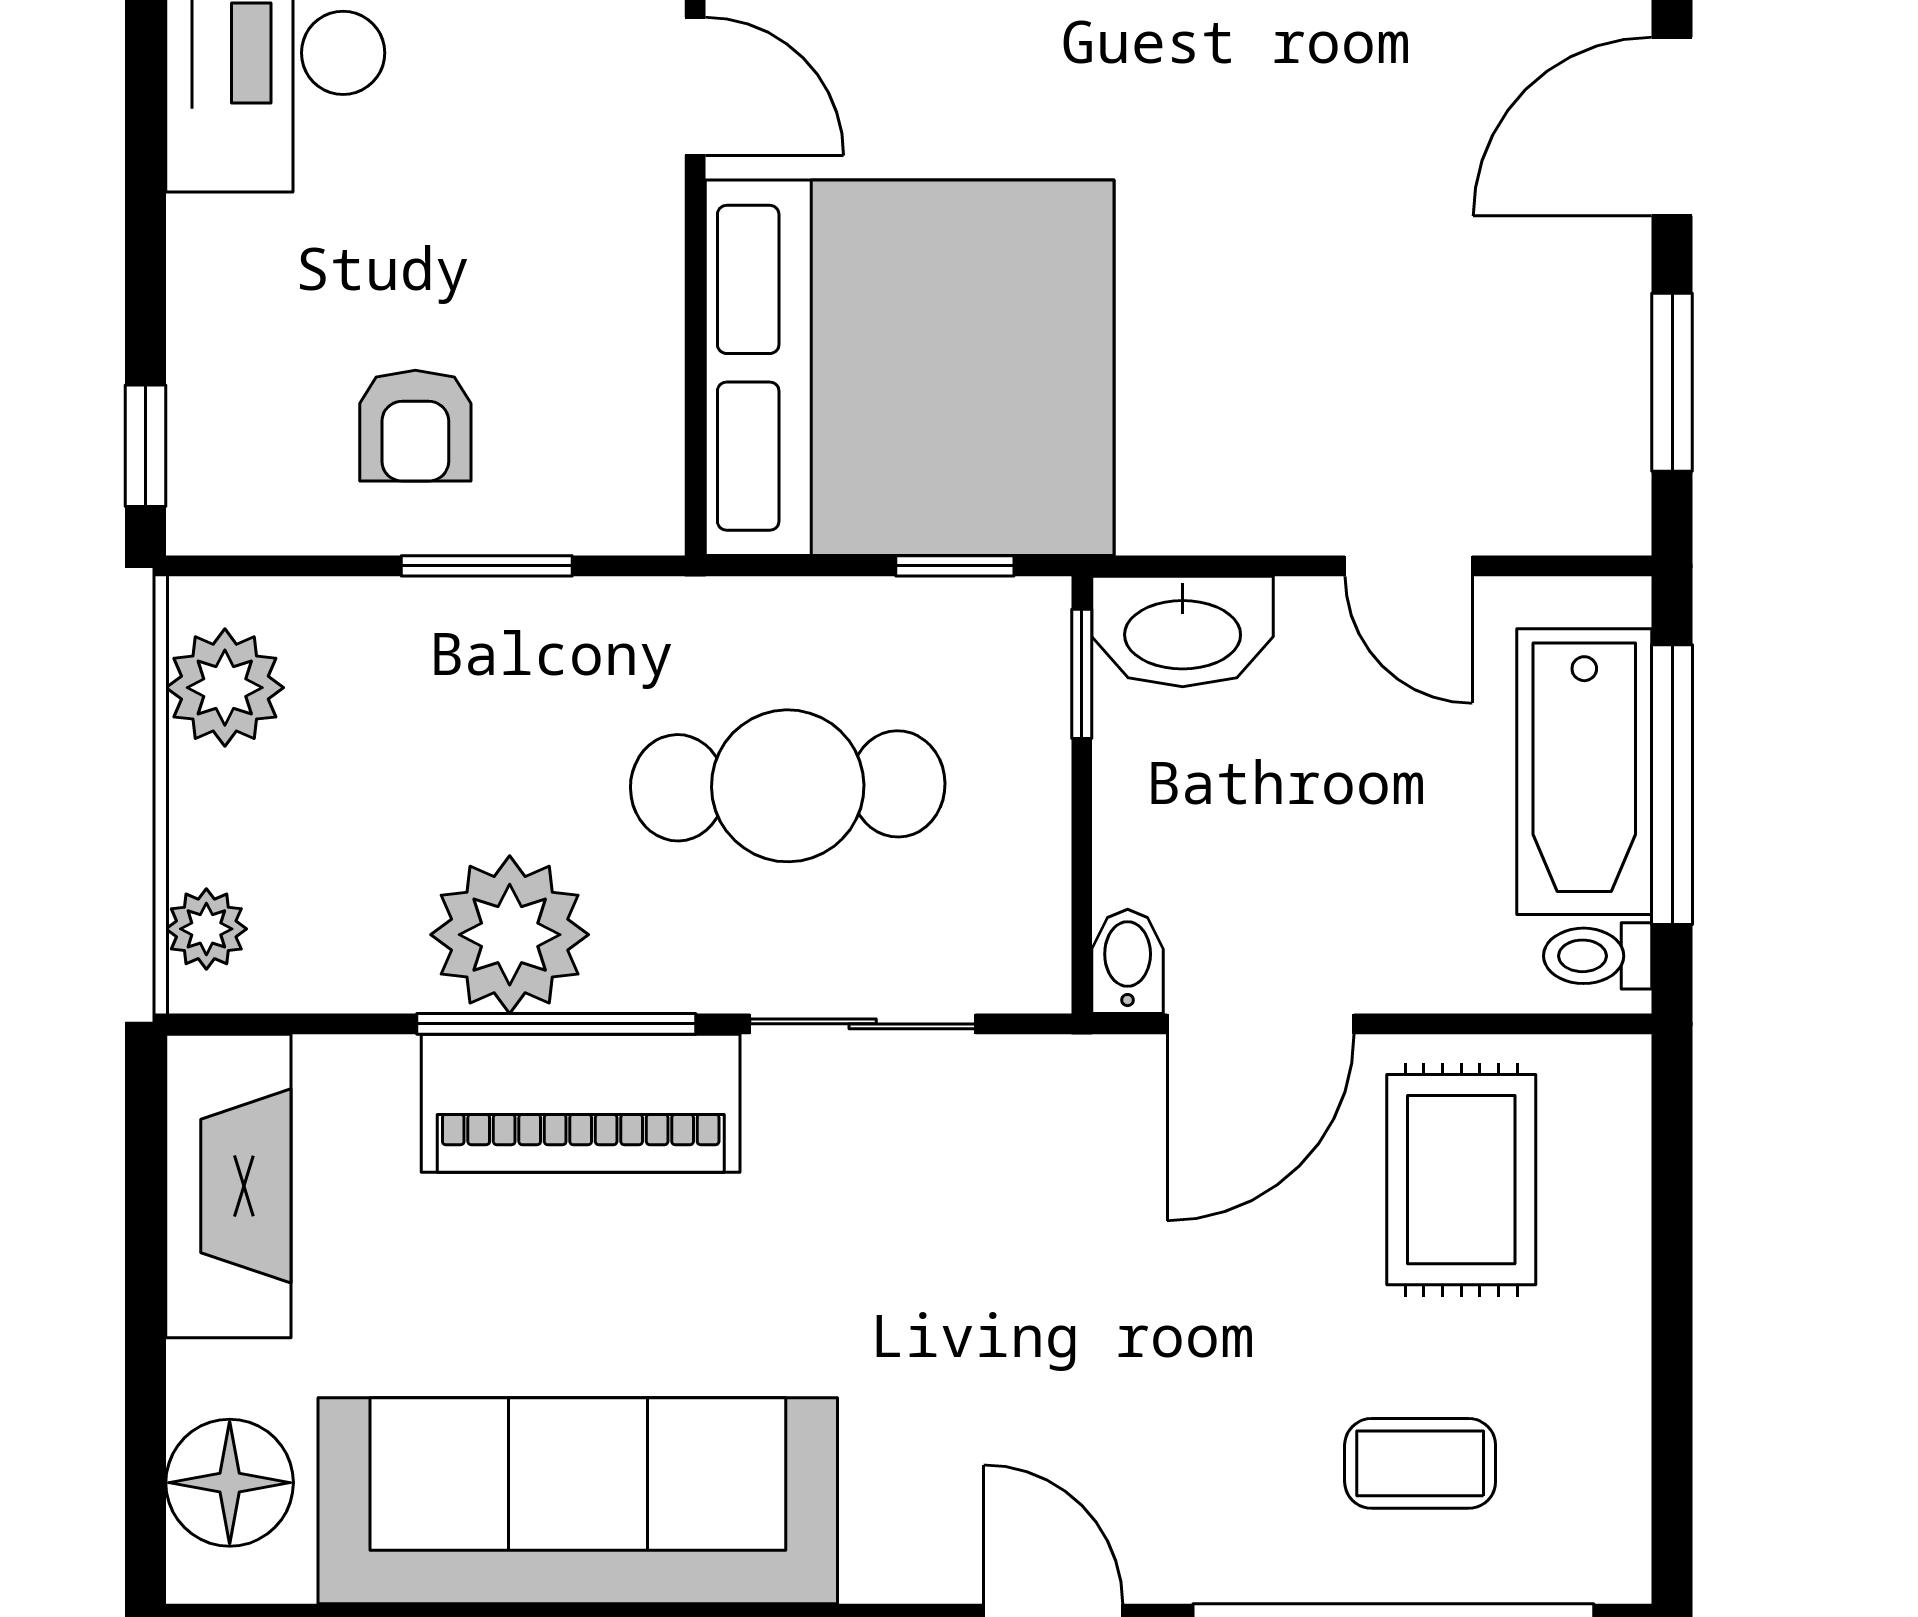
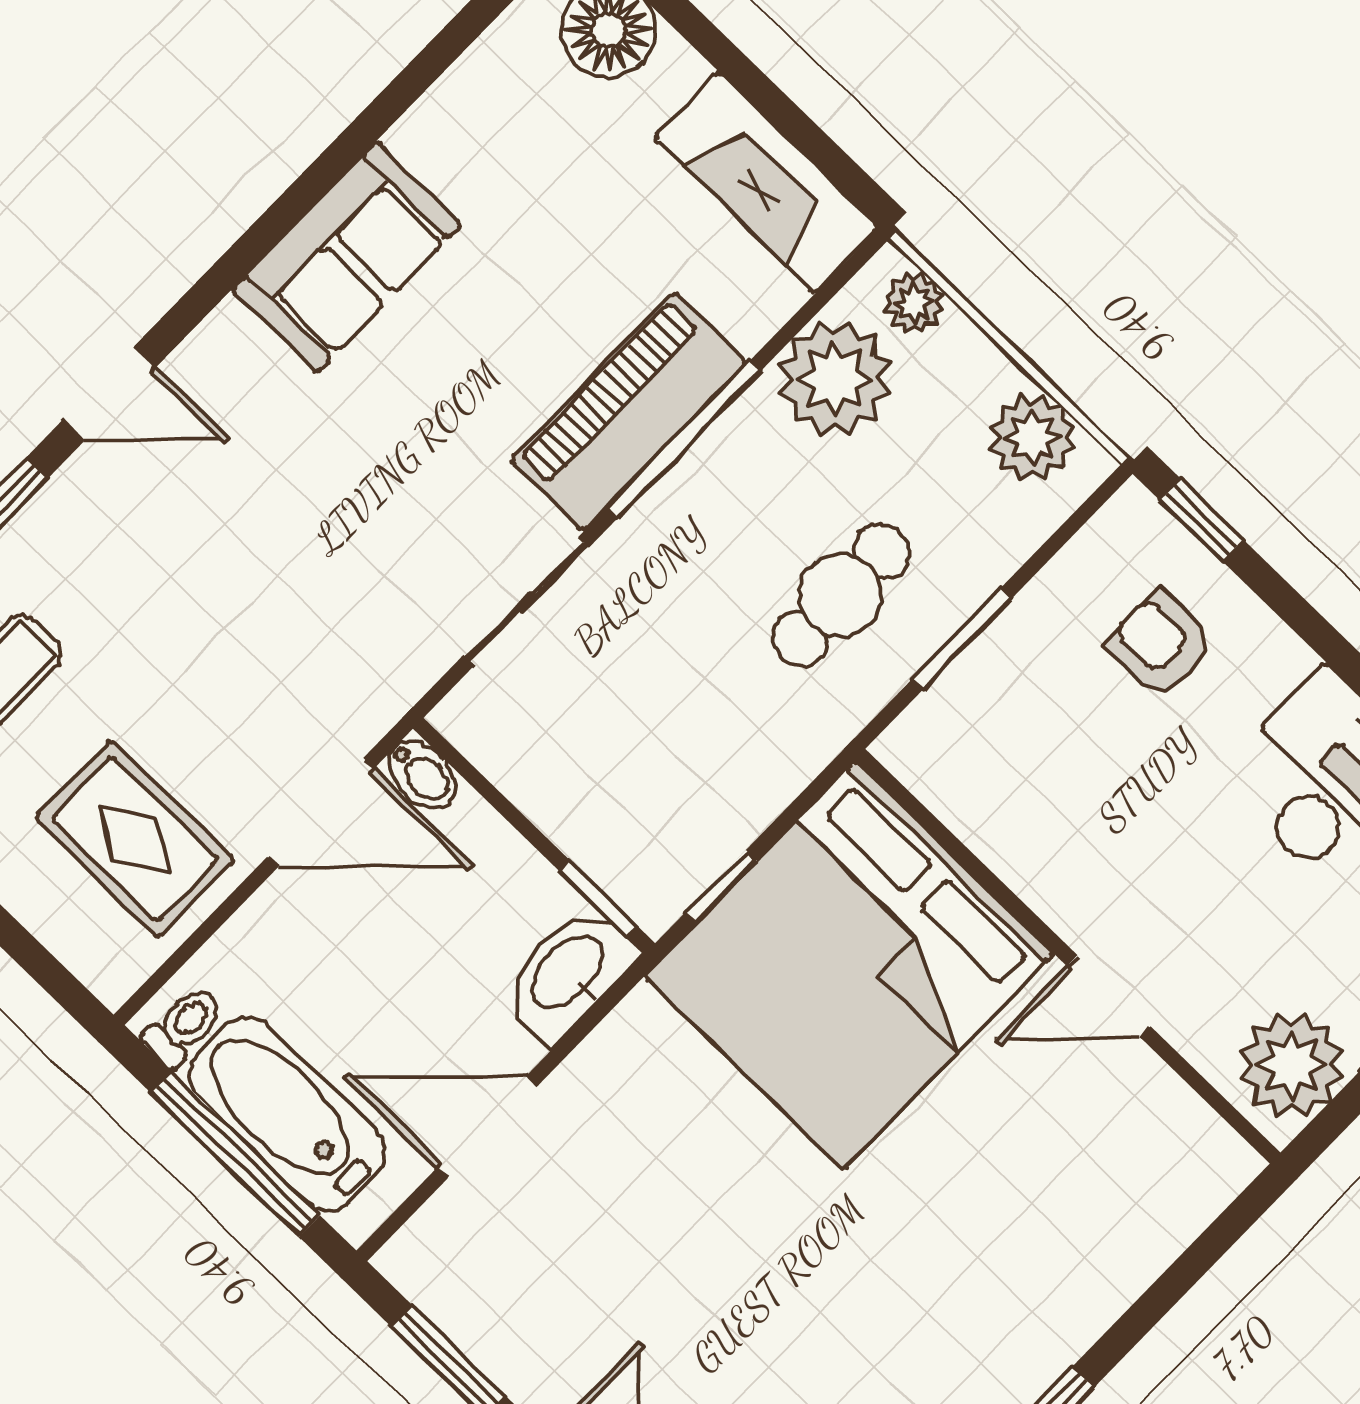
armchair: (415, 426) -> (1160, 644), moved
door: (1409, 566) -> (487, 1127), width x1.38
cafe table: (788, 786) -> (841, 595), moved, width x0.73, depth x0.74
plant: (510, 935) -> (835, 379), moved
door: (1261, 1024) -> (321, 813), swing flipped
sofa: (578, 1501) -> (347, 257), width x0.54, depth x0.79

